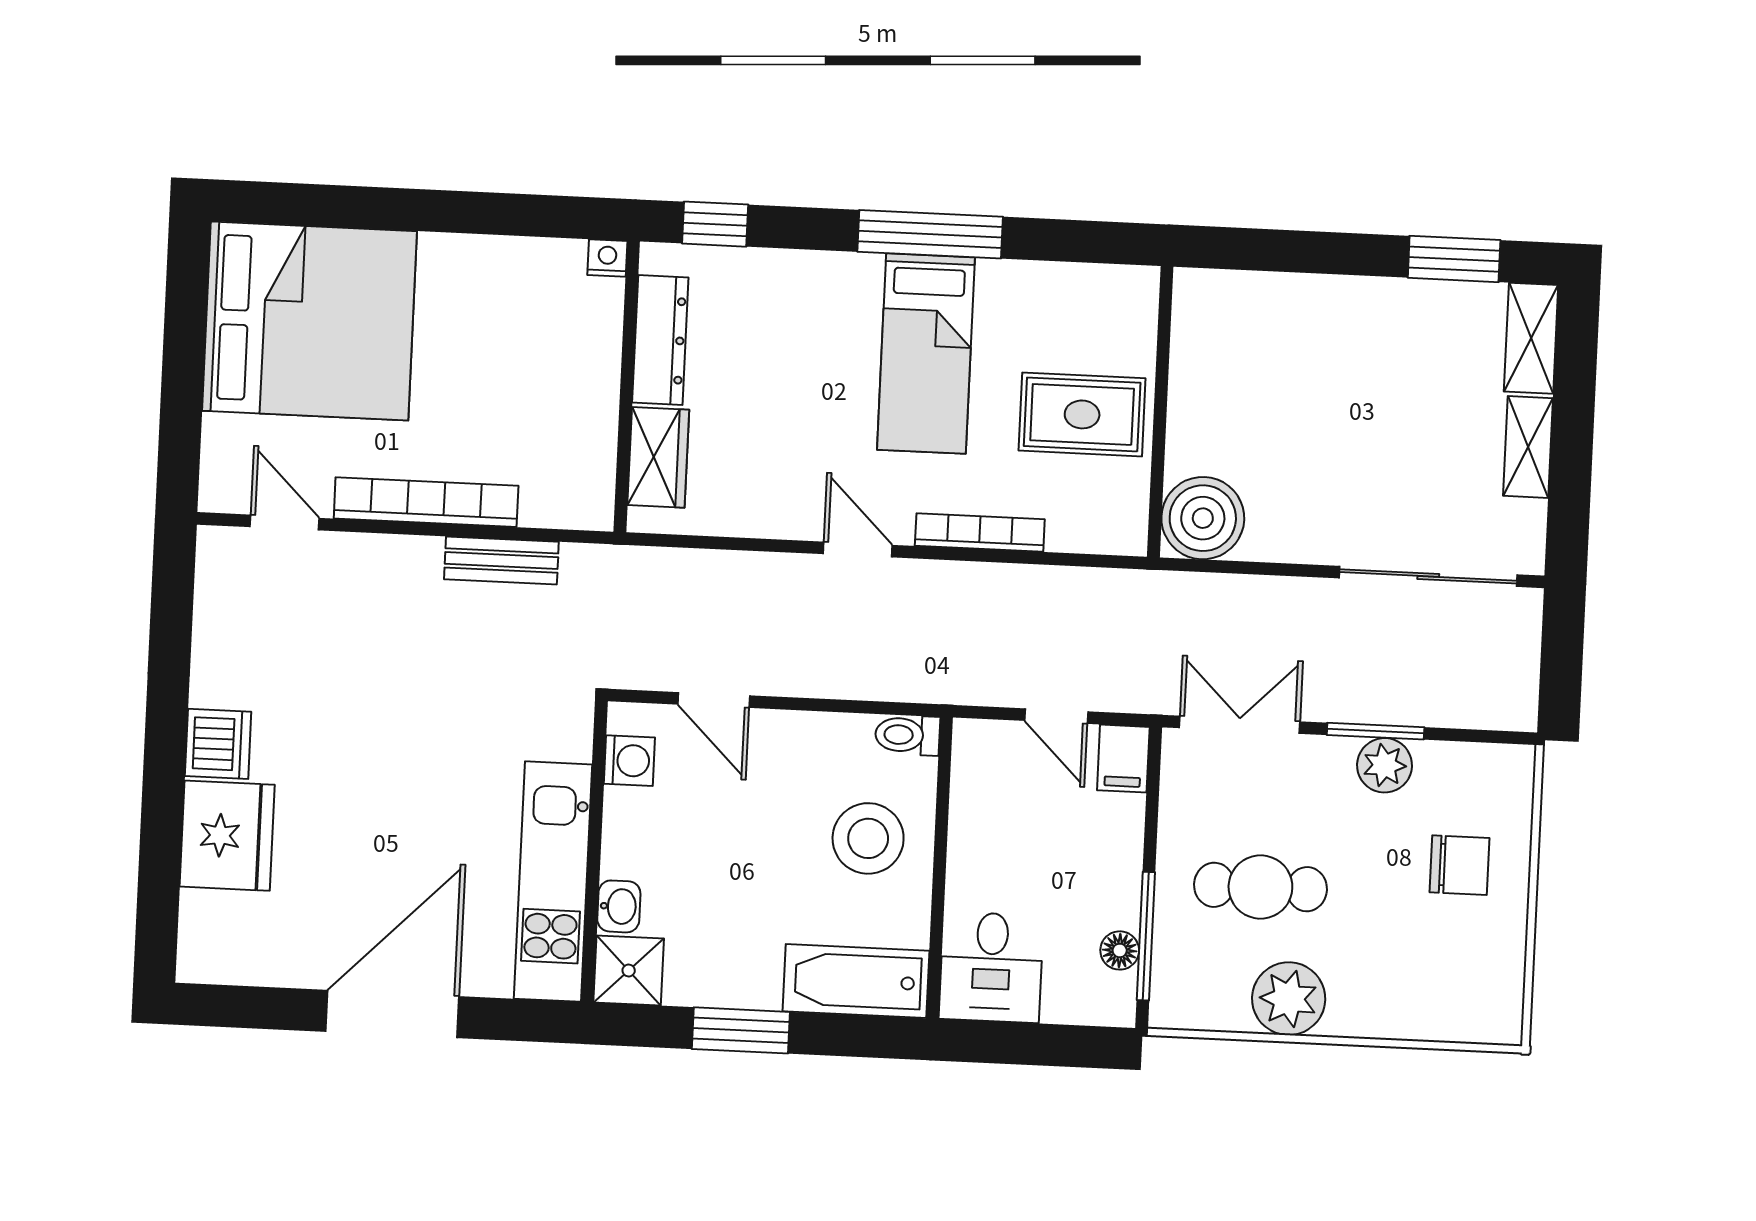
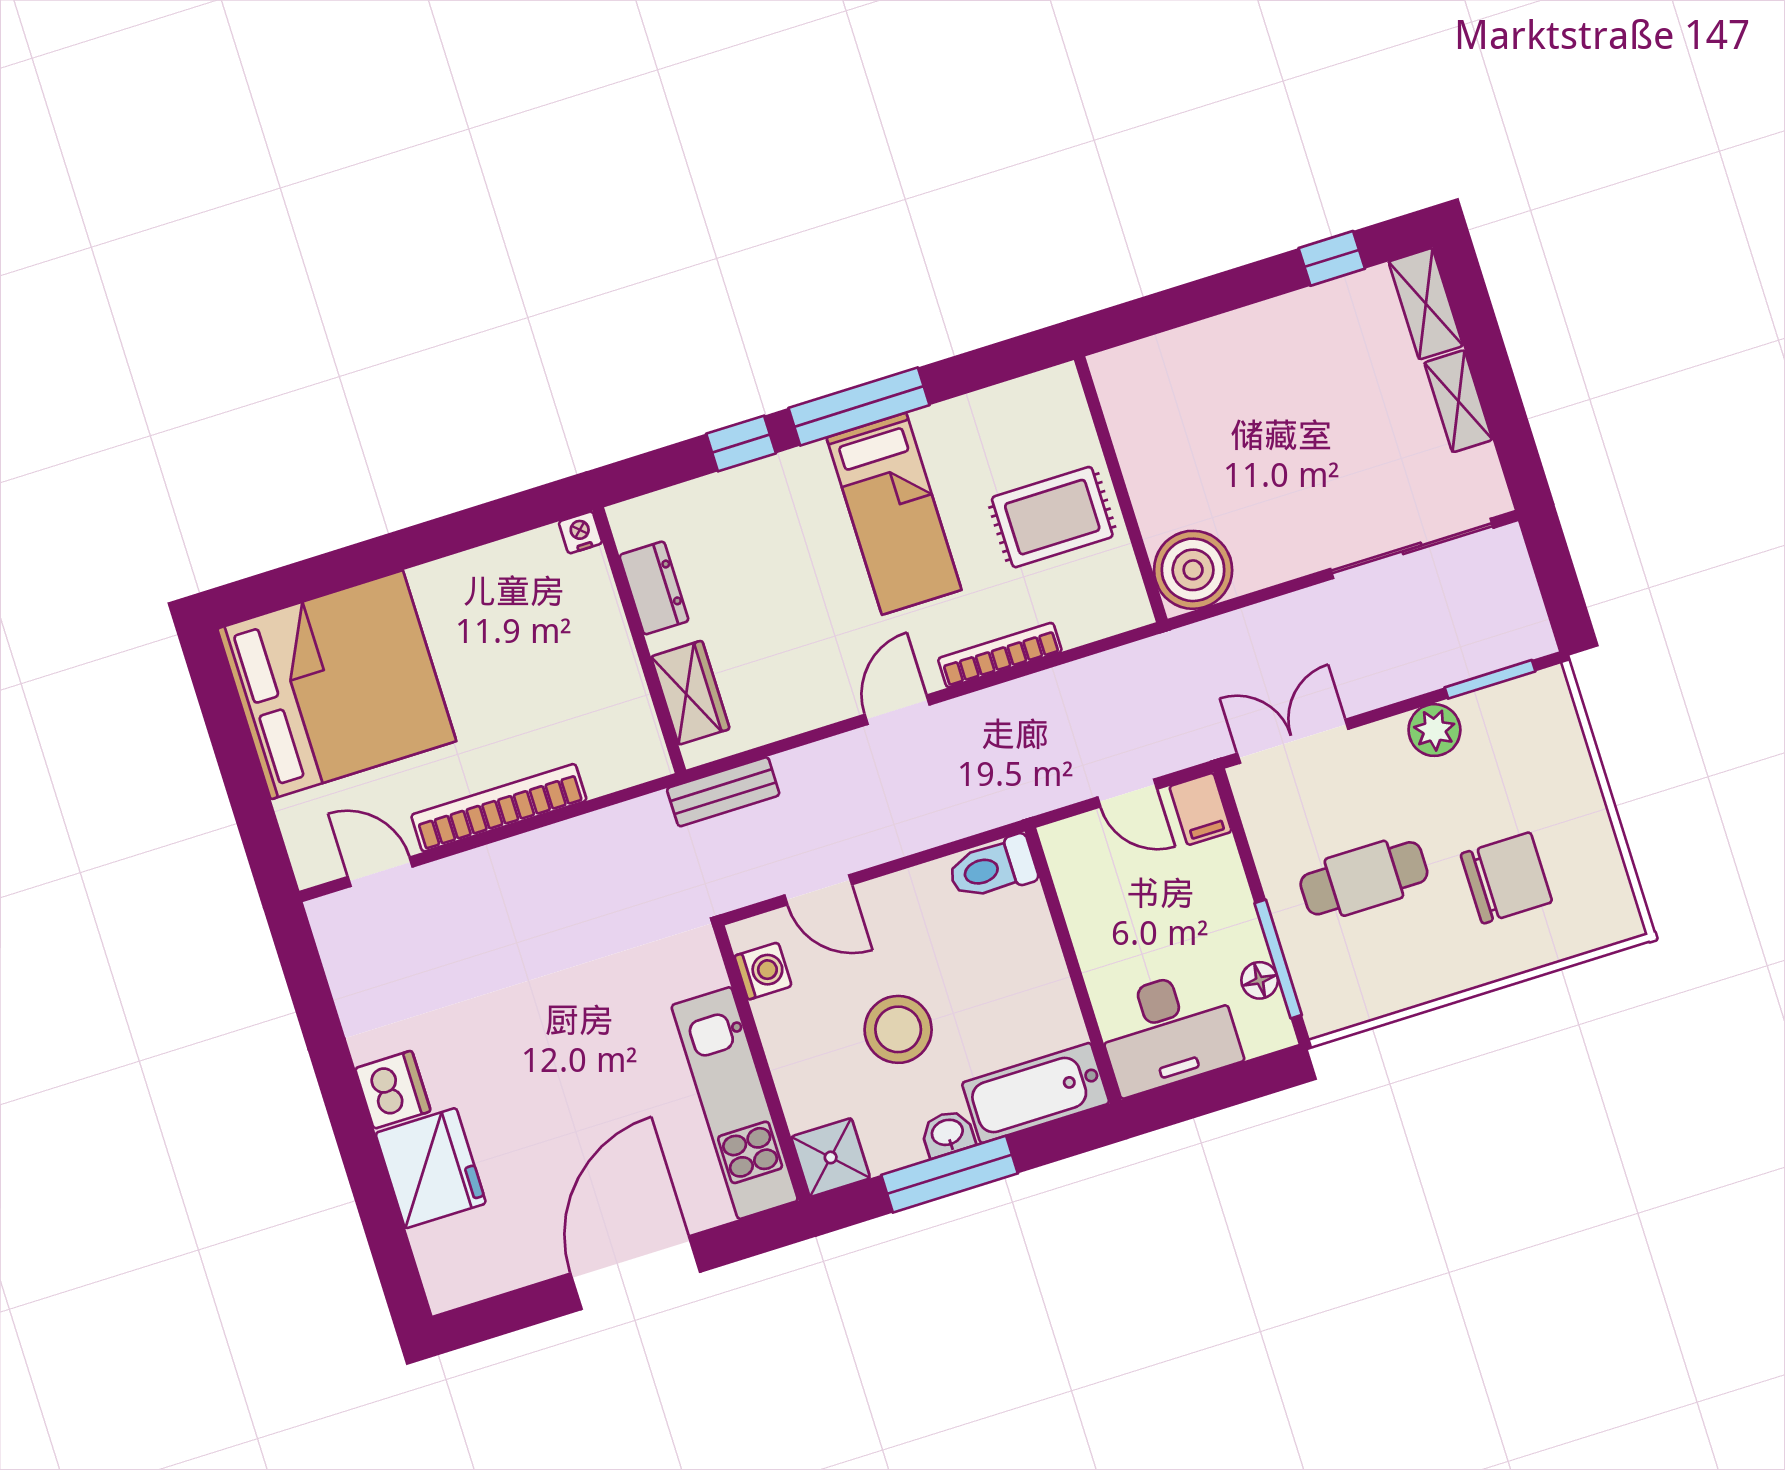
window: (715, 224) -> (741, 443), moved
window: (1454, 259) -> (1332, 258), width x0.67
dresser: (660, 340) -> (654, 588), width x0.70
door: (858, 550) -> (897, 710), hinge flipped
bench: (501, 561) -> (723, 792), moved
window: (1376, 731) -> (1490, 679), moved
toilet: (908, 735) -> (992, 868), width x1.37, depth x1.39
stool: (868, 838) -> (898, 1029), moved
chair: (1459, 865) -> (1506, 878), moved, width x1.37, depth x1.37
washbasin: (619, 906) -> (948, 1133), moved, turned -90
desk: (991, 967) -> (1168, 1032), width x1.37
plant: (1289, 999) -> (1425, 968), removed
window: (741, 1030) -> (950, 1174), width x1.44

